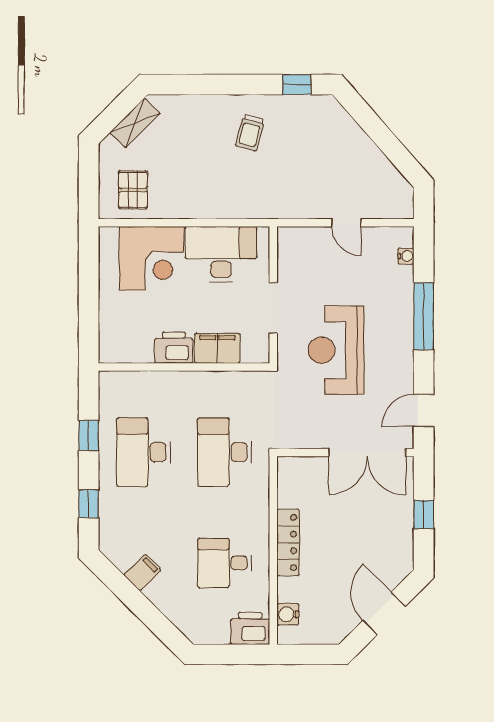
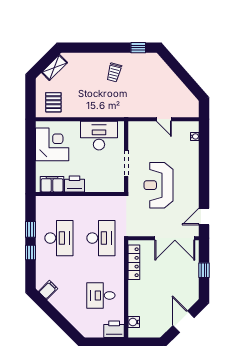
corner desk: (151, 258) -> (52, 144), moved, turned -90
window: (424, 316) -> (204, 168), removed
filing cabinet: (217, 348) -> (52, 184), moved
desk: (144, 452) -> (59, 238), turned 180
desk: (225, 452) -> (101, 238), turned 180
window: (89, 504) -> (31, 252), moved
locker: (288, 542) -> (134, 262), moved
filing cabinet: (142, 572) -> (48, 290), moved

